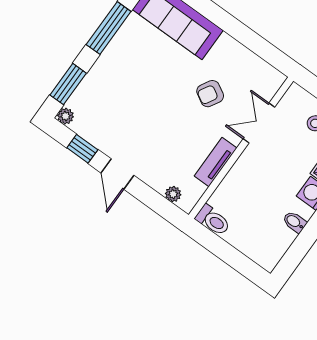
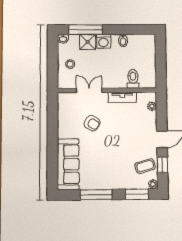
double door: (259, 123) -> (89, 90), swing flipped
coffee table: (98, 124) -> (145, 166), added
toilet: (213, 220) -> (133, 79), moved

